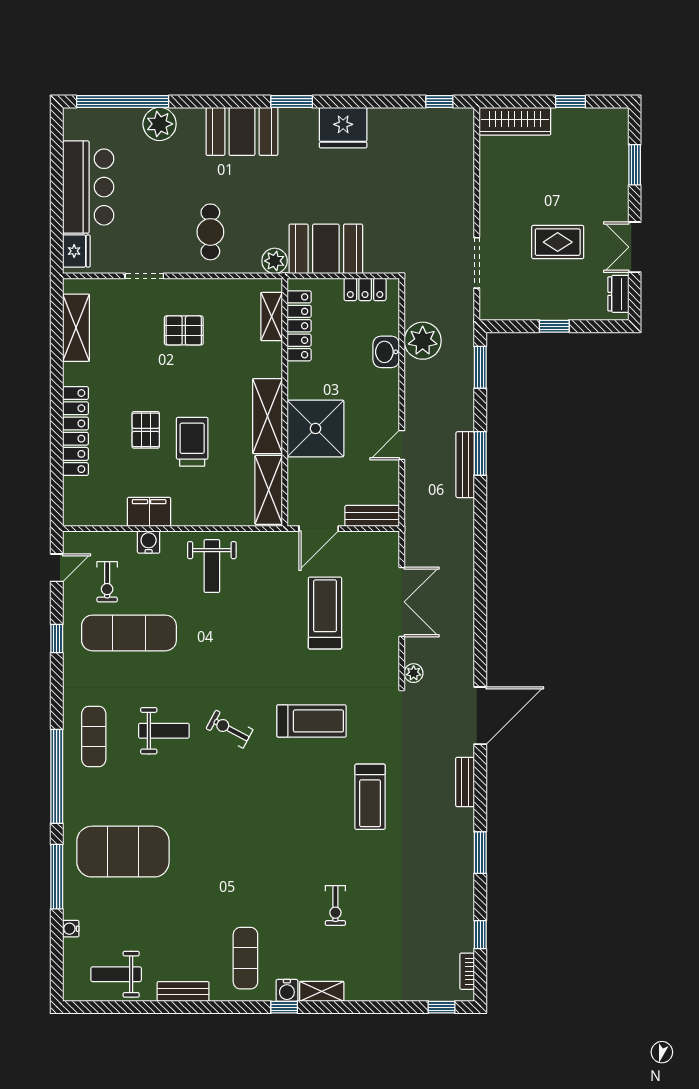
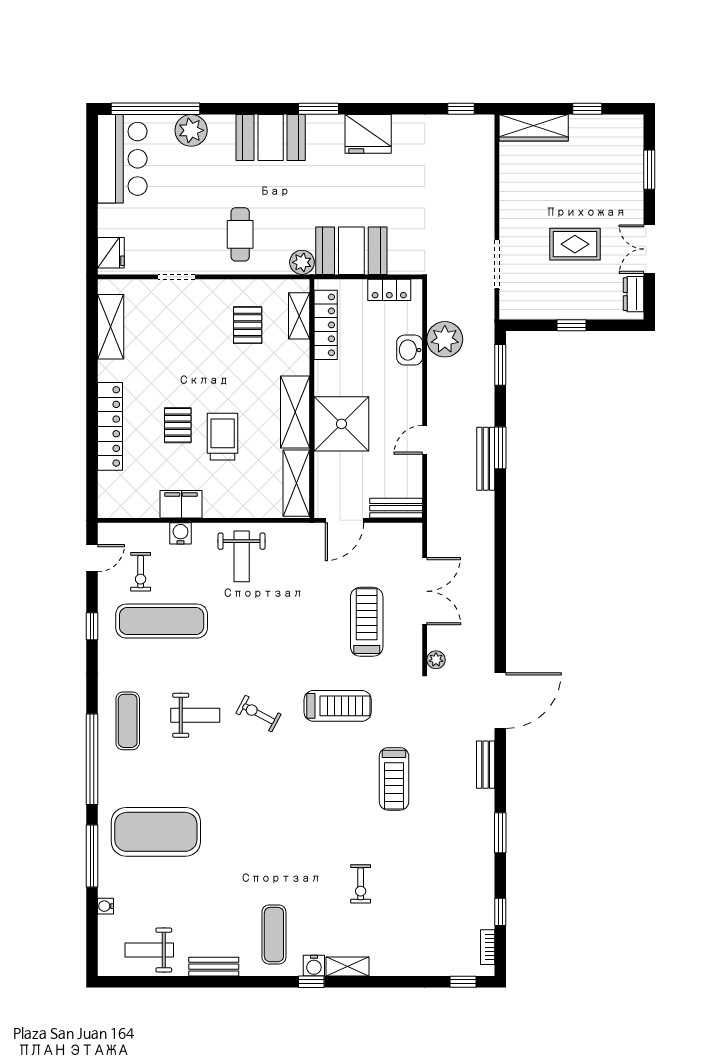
bar counter: (88, 187) -> (122, 159), moved
pallet: (184, 330) -> (248, 325), moved, turned 90
treadmill: (325, 613) -> (367, 622), moved

